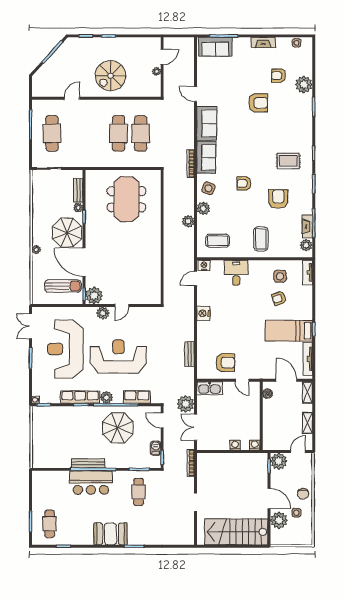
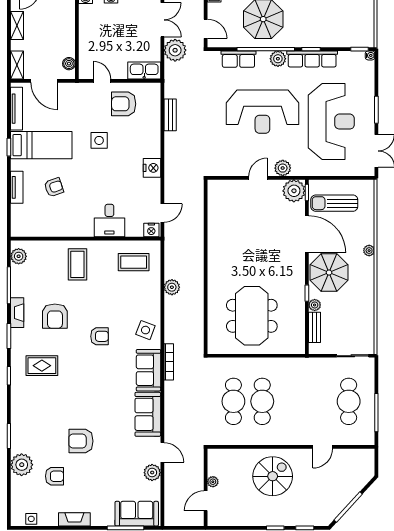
plant: (203, 208) -> (152, 473), moved
fireplace: (307, 227) -> (17, 313), moved
tv unit: (308, 273) -> (17, 187), moved
side table: (280, 276) -> (99, 140), moved

